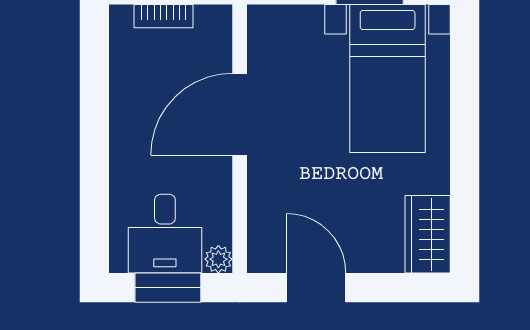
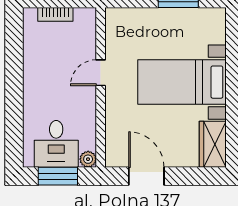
bed with nightstands: (388, 79) -> (182, 82), moved, turned 90
door: (240, 114) -> (101, 73), width x0.53

